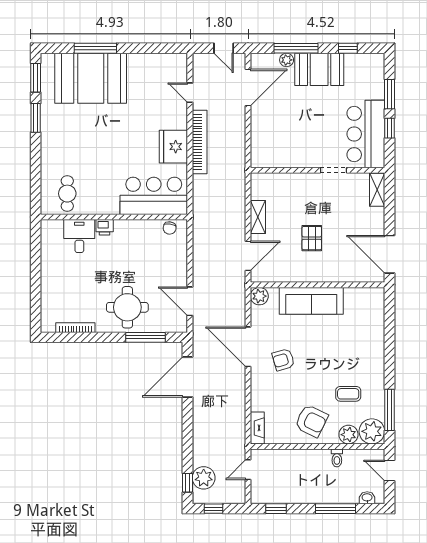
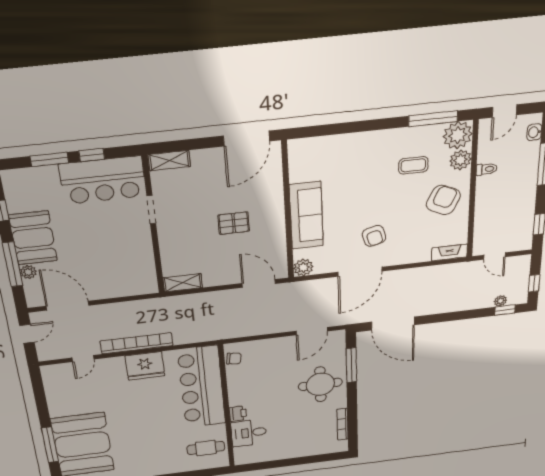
bar counter: (154, 196) -> (202, 387), width x1.36
shelving: (258, 217) -> (183, 283), moved
coffee table: (348, 394) -> (413, 165), turned 90
plant: (204, 478) -> (500, 301), width x0.53, depth x0.53

